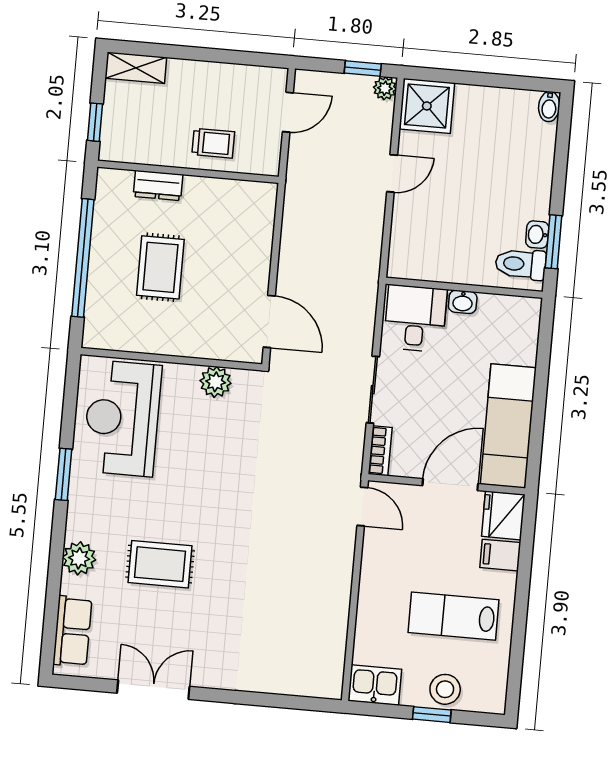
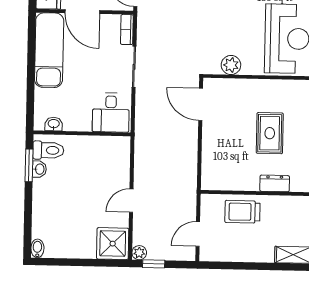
trolley: (213, 143) -> (242, 212), width x1.36, depth x1.39
washbasin: (463, 302) -> (54, 124), moved
door: (450, 485) -> (82, 12), hinge flipped

